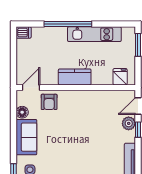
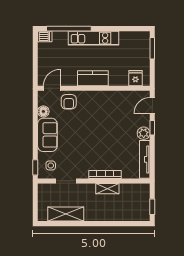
window: (68, 24) -> (69, 29), moved
kitchen unit: (94, 34) -> (94, 38), moved
plant: (129, 123) -> (144, 133), moved

